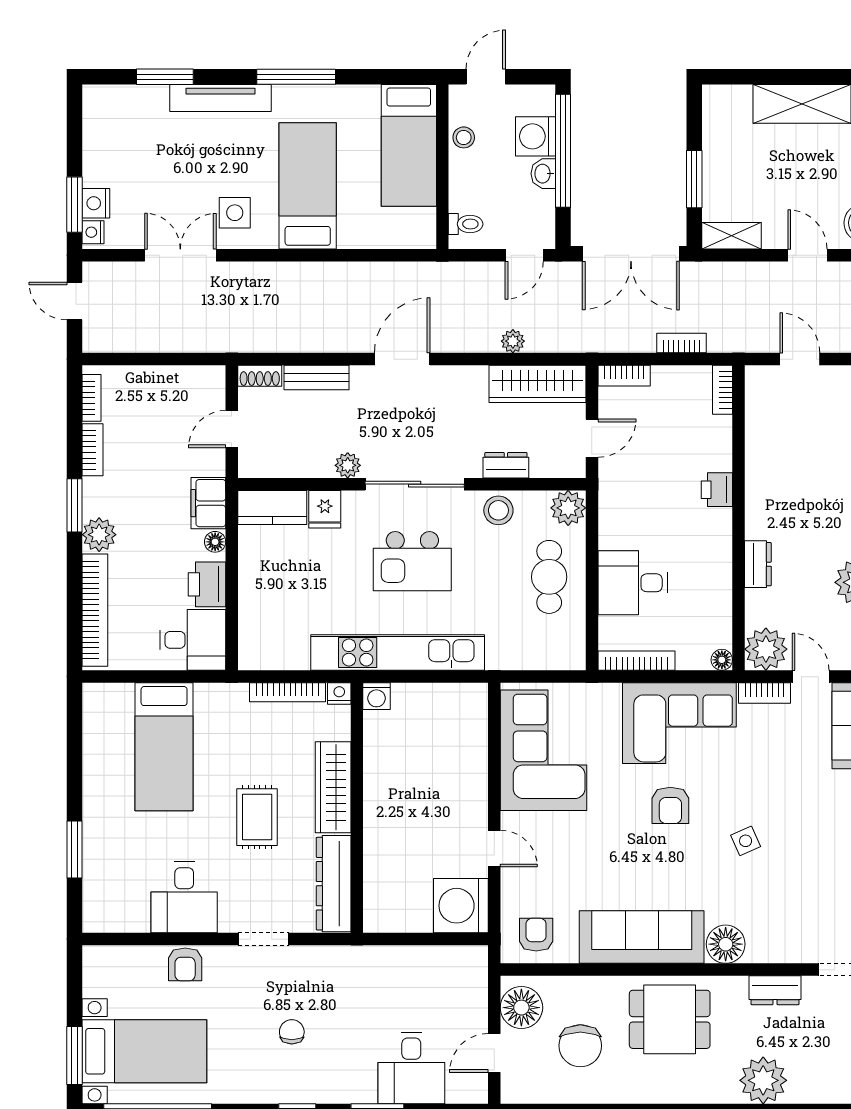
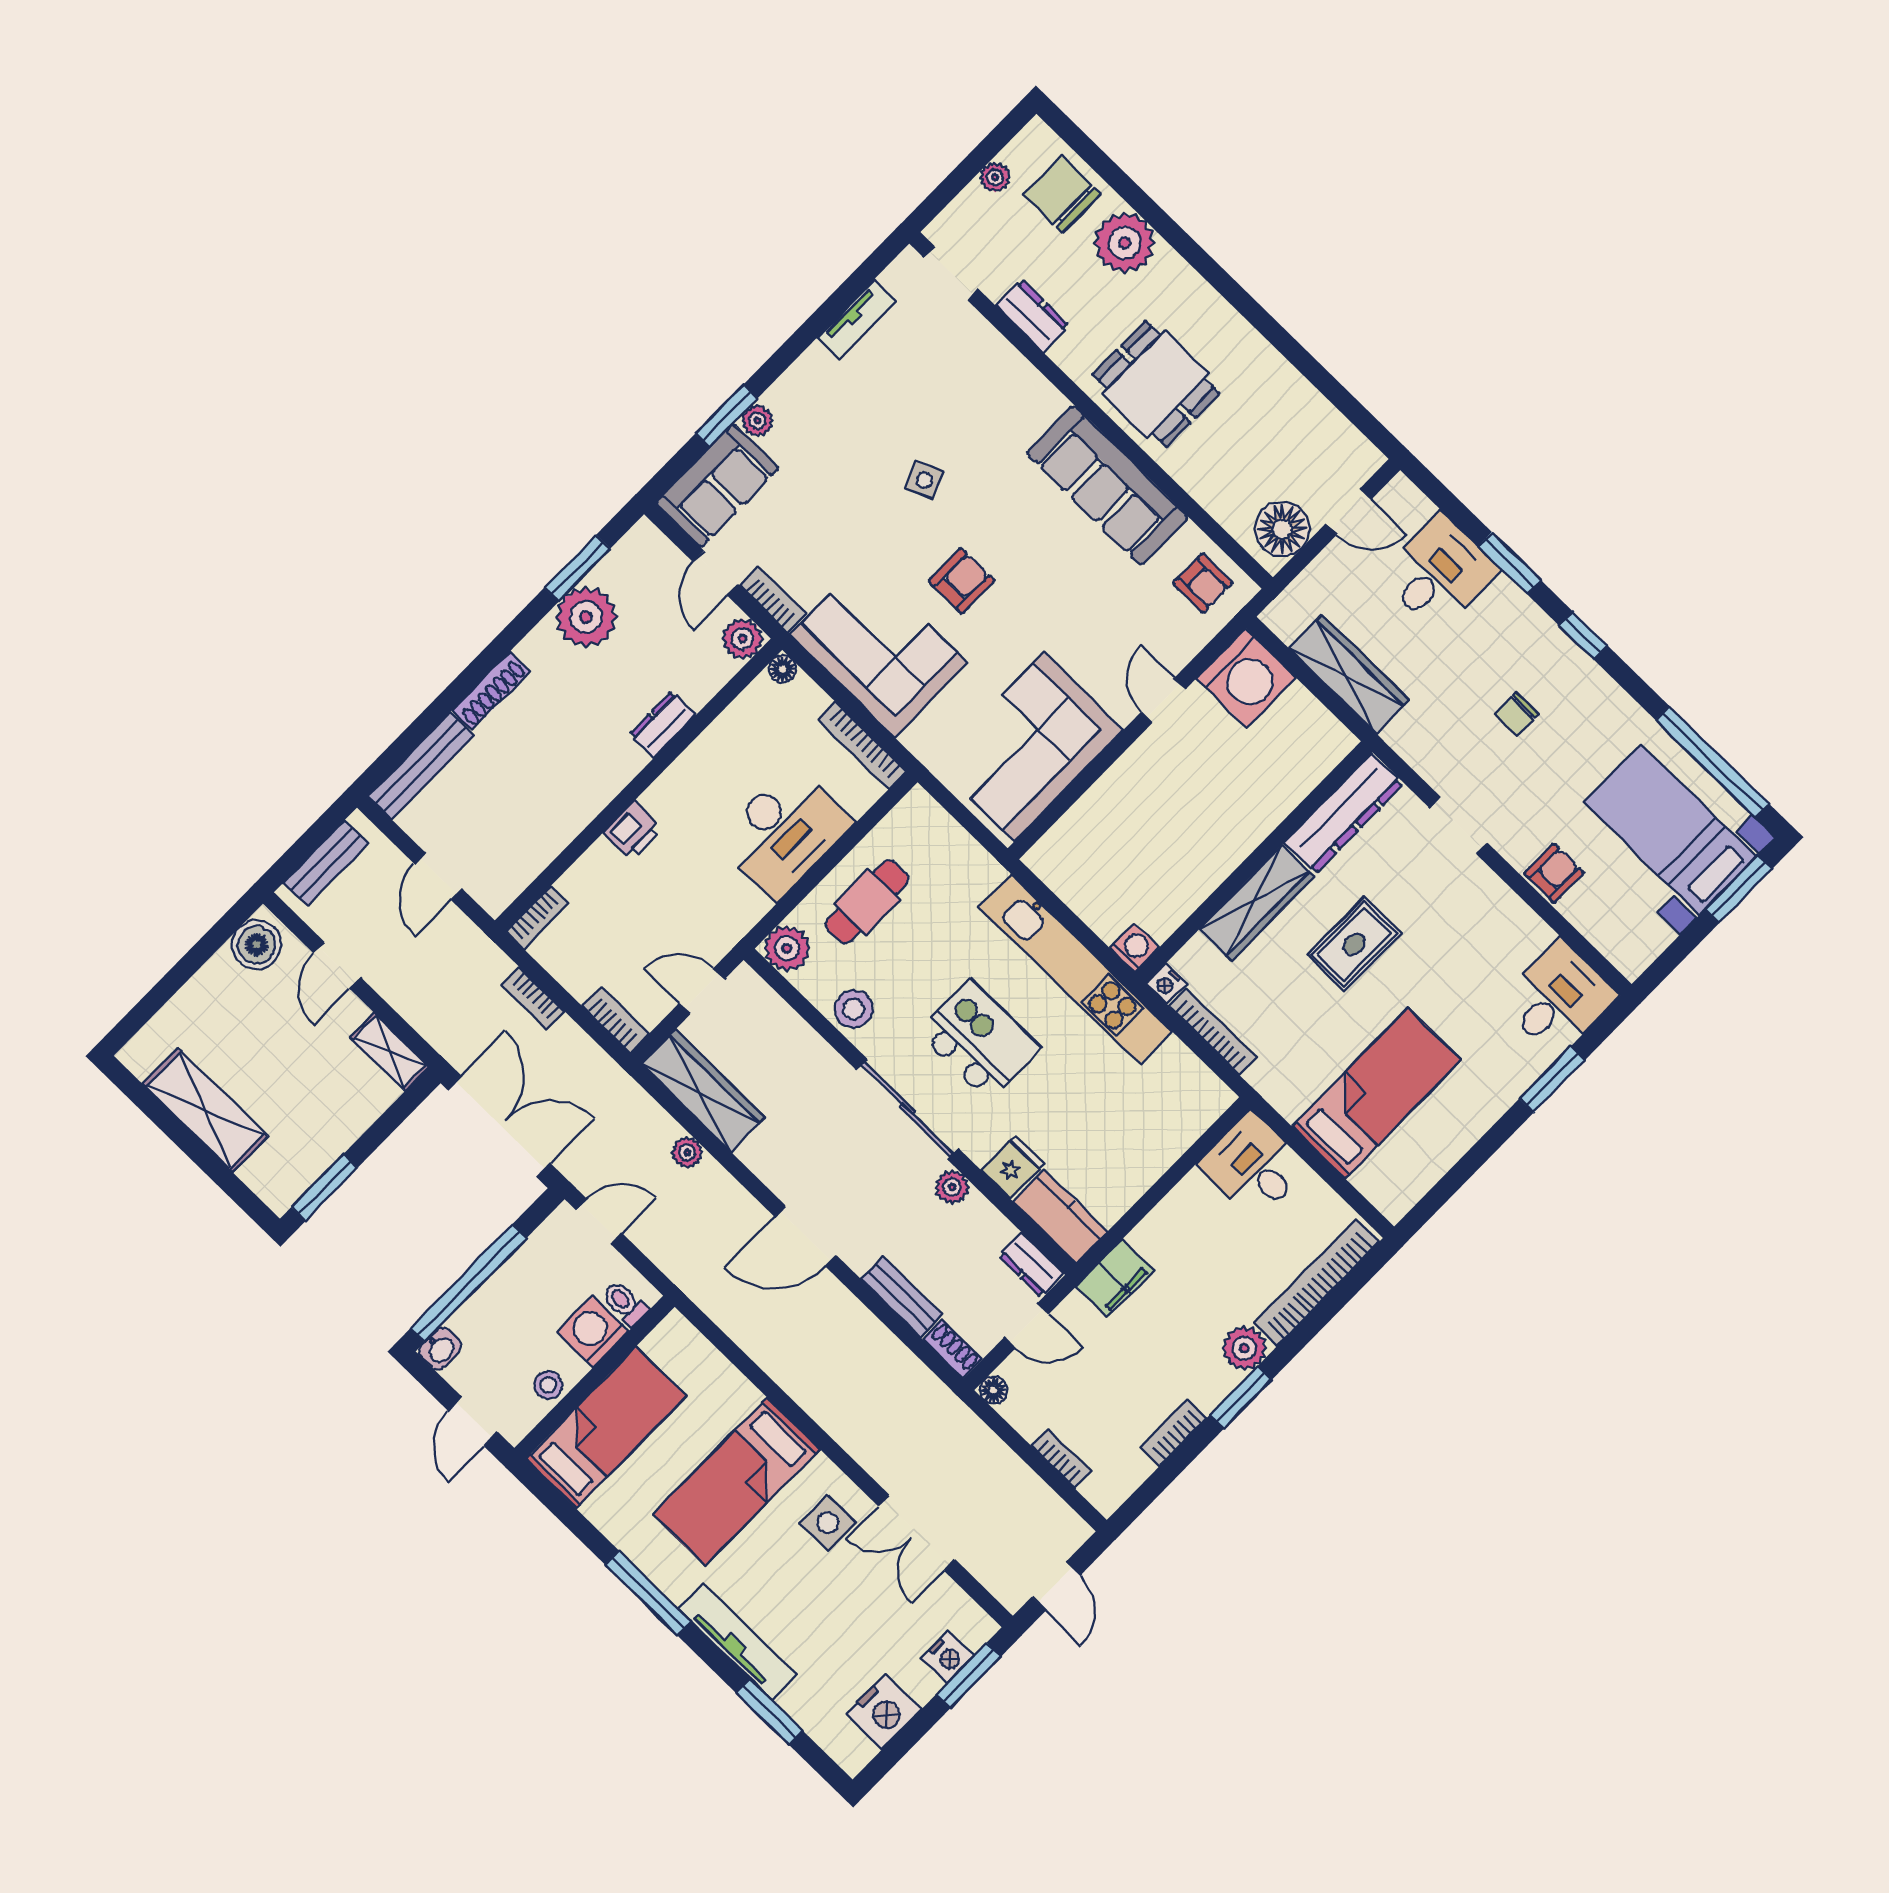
door: (486, 77) -> (473, 1421), hinge flipped
washing machine: (536, 136) -> (593, 1331), moved, turned 180
washbasin: (543, 174) -> (440, 1349), moved
window: (694, 179) -> (324, 1188), moved
nightstand: (93, 232) -> (884, 1712), moved, width x1.89, depth x1.79
bookcase: (91, 398) -> (1061, 1459), moved, turned 90
dresser: (506, 465) -> (1031, 1265), moved
floor lamp: (215, 542) -> (994, 1390), moved
desk: (633, 583) -> (784, 832), width x1.37
printer: (207, 584) -> (1190, 1204), removed
plant: (766, 649) -> (742, 639), width x0.73, depth x0.73
desk: (184, 897) -> (1558, 998), moved
armchair: (536, 935) -> (1203, 583), turned -90
floor lamp: (726, 944) -> (1036, 403), removed
wardrobe: (406, 963) -> (1349, 674), added
chair: (580, 1046) -> (1062, 194), moved, turned -90

